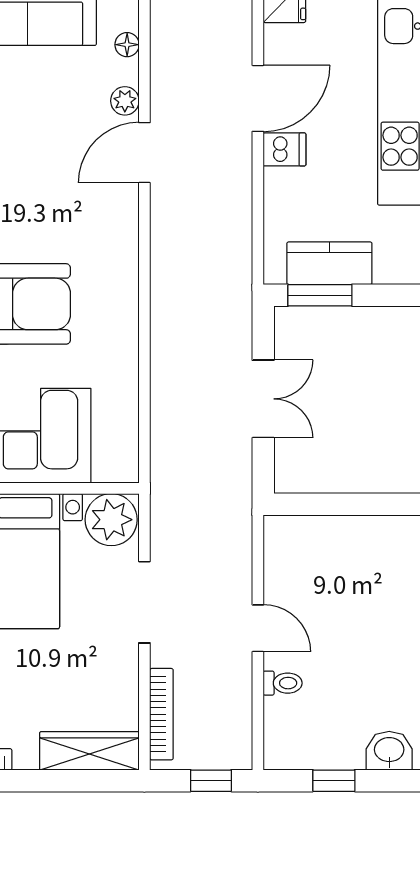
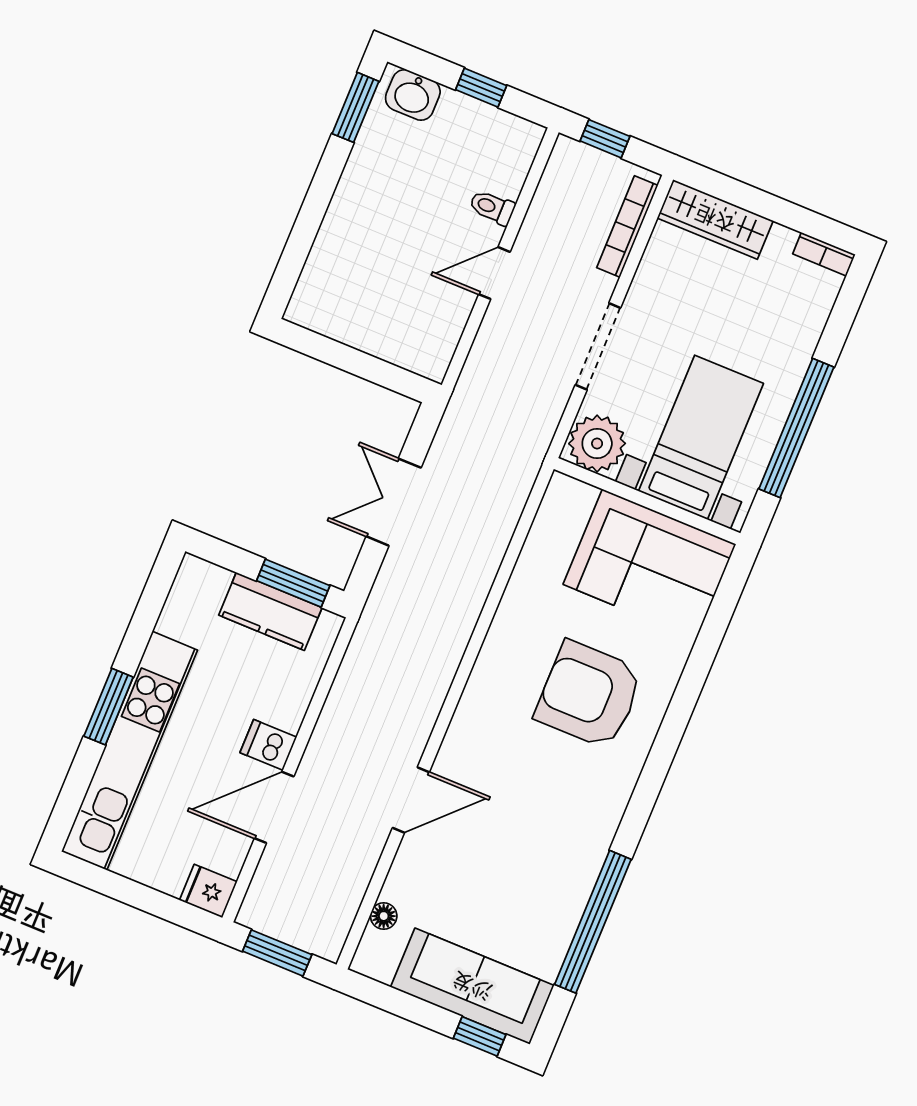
plant: (125, 101) -> (409, 860), removed
door: (258, 628) -> (494, 273), hinge flipped

